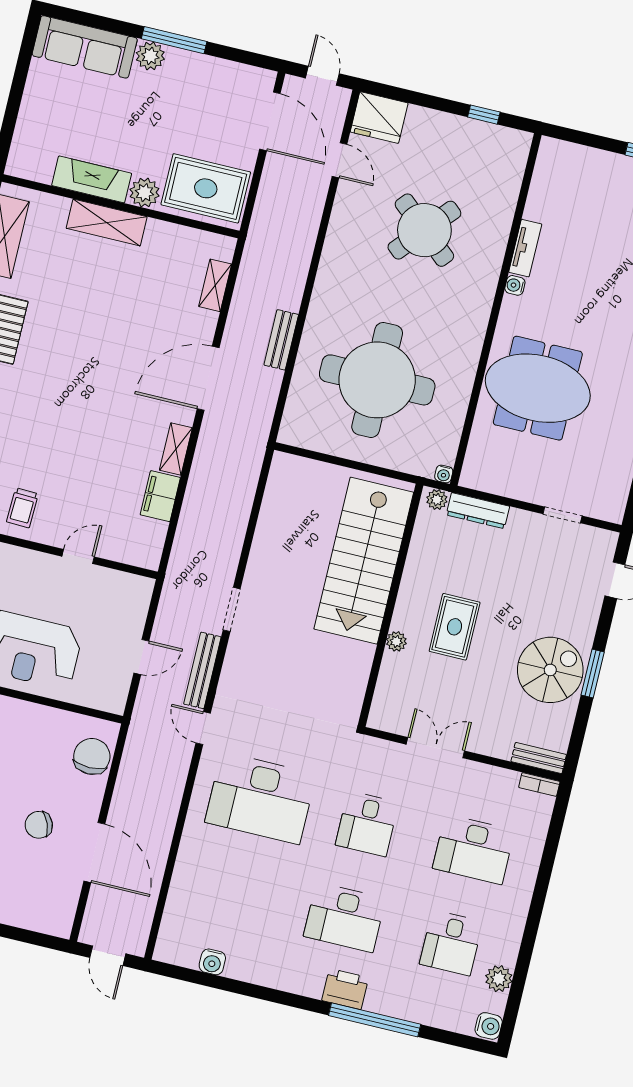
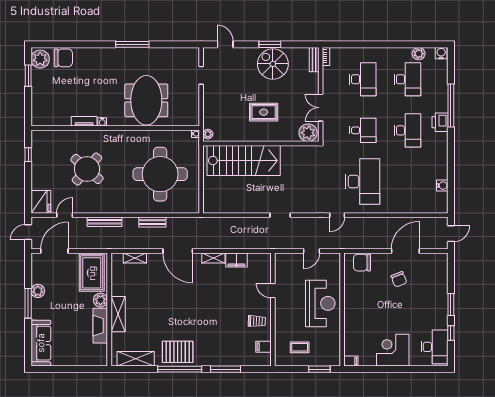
plant: (150, 56) -> (38, 291), moved
dresser: (478, 511) -> (208, 114), removed
plant: (396, 641) -> (308, 133), moved, width x1.88, depth x1.88
door: (141, 657) -> (312, 251), swing flipped
bench: (202, 670) -> (105, 222), moved
desk: (451, 943) -> (408, 79), width x1.37

